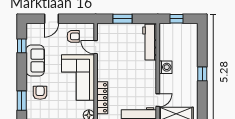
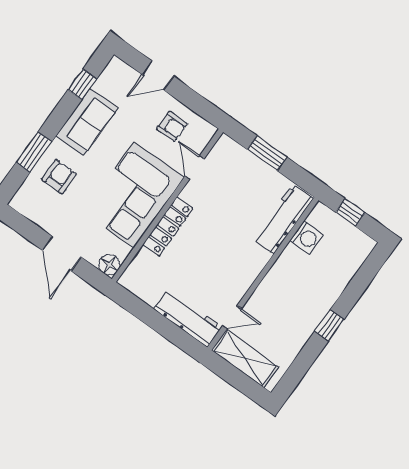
washing machine: (165, 67) -> (307, 238), moved
locker: (102, 98) -> (168, 227), moved
window: (22, 101) -> (34, 152), moved

